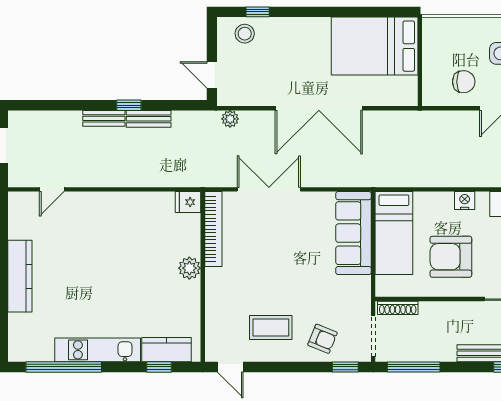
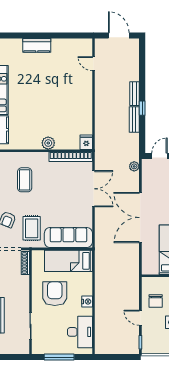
kitchen counter: (20, 276) -> (37, 45), width x0.67
rug: (337, 297) -> (32, 228), added
coffee table: (271, 328) -> (25, 180), moved

